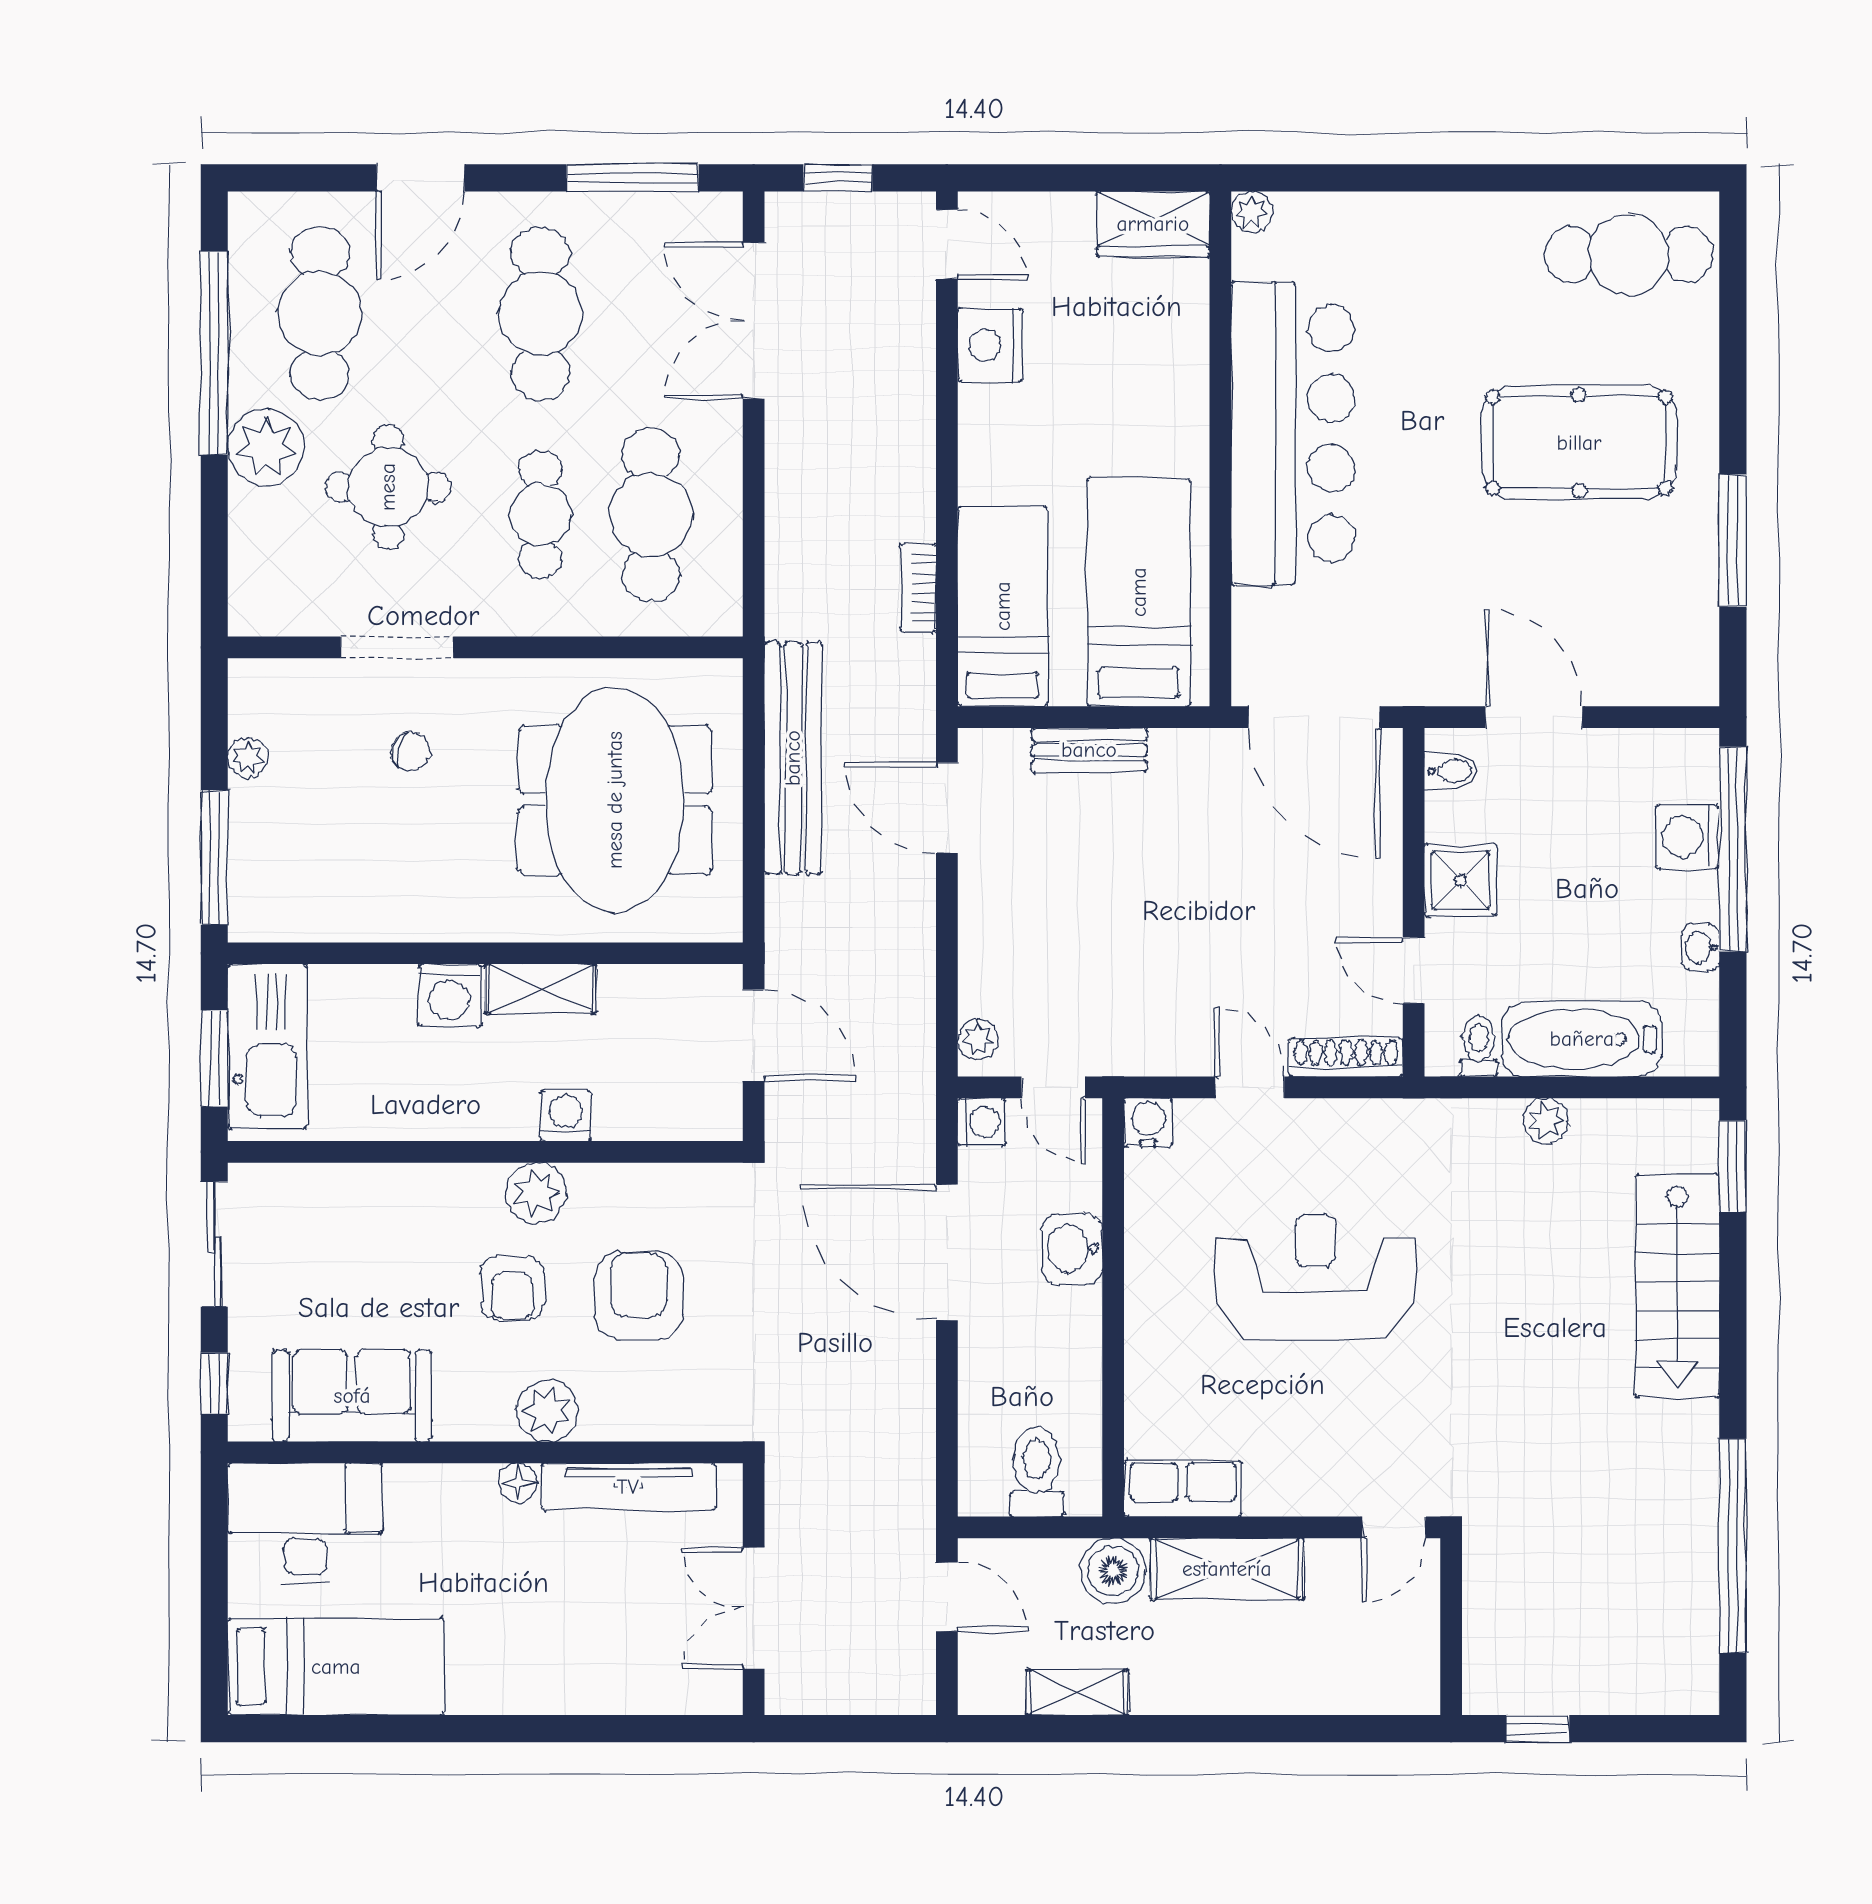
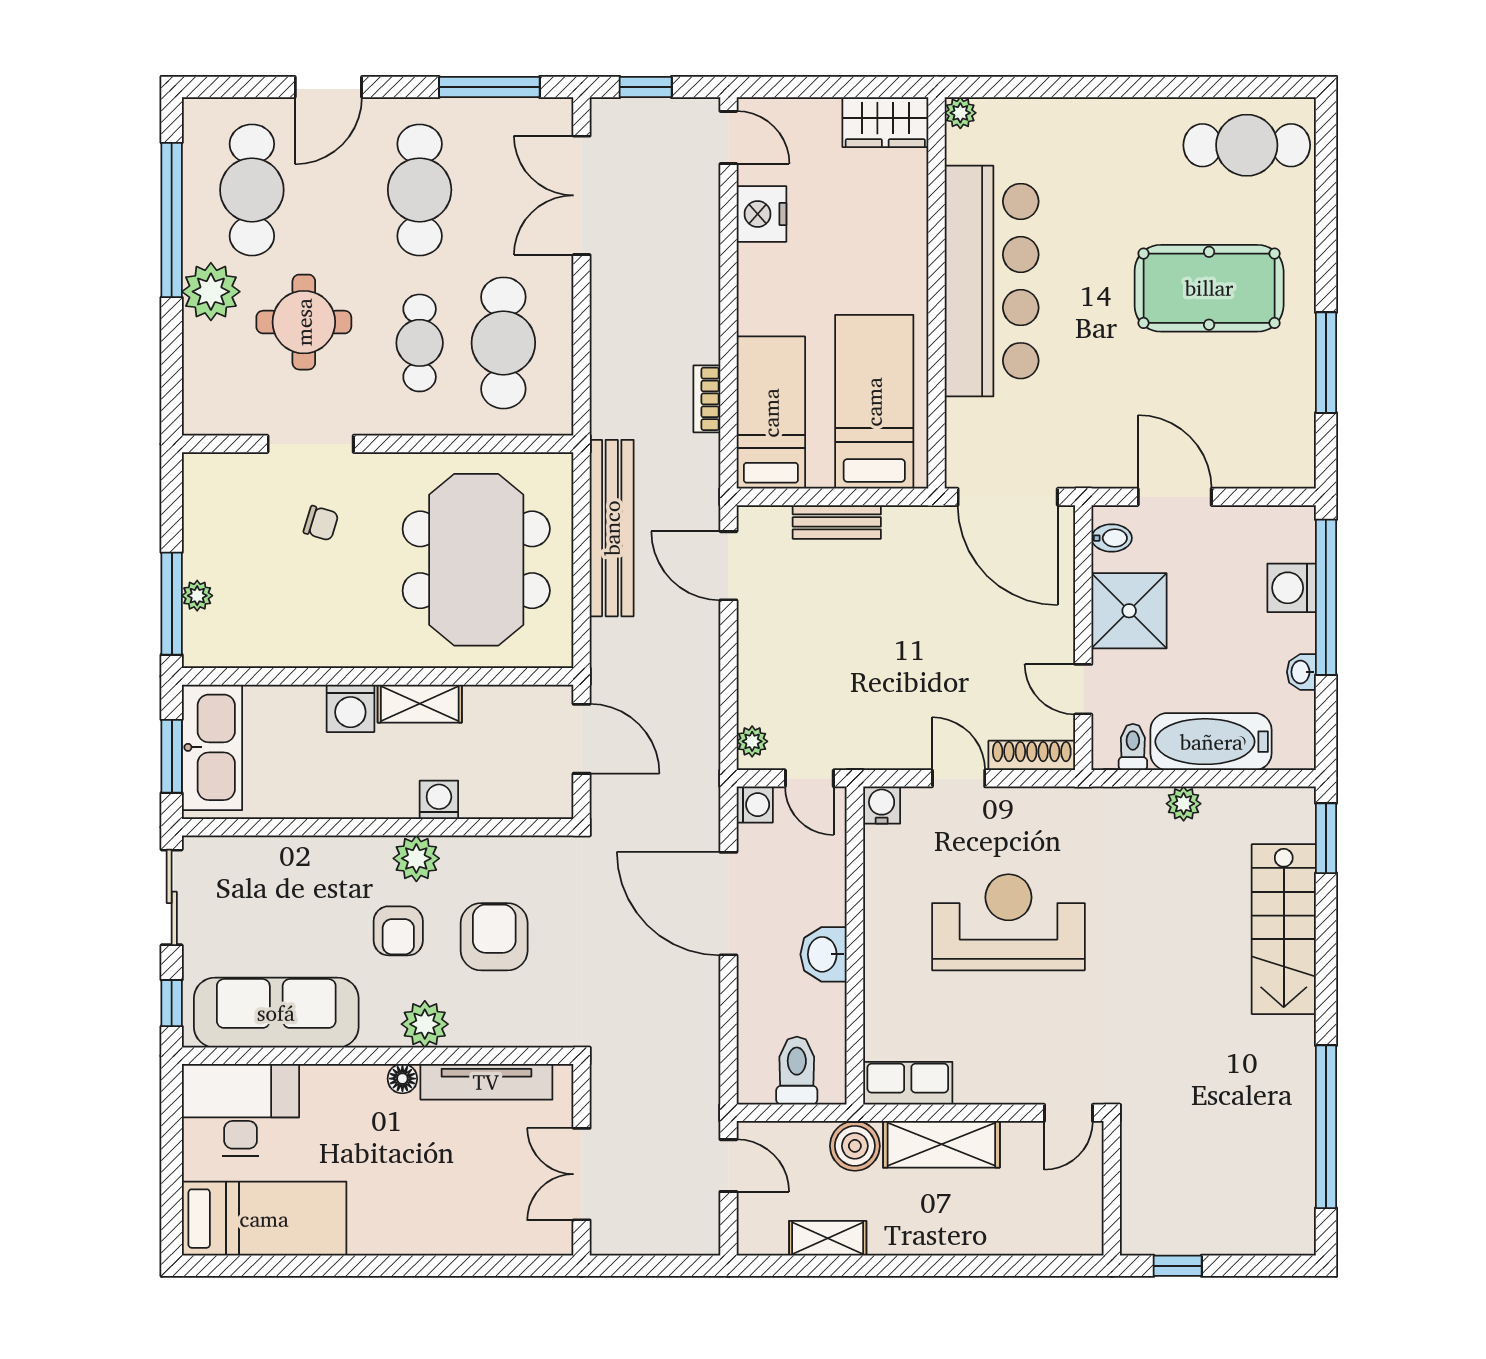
plant: (248, 758) -> (197, 596), moved
shower: (1461, 880) -> (1129, 611), width x1.36, depth x1.36
washbasin: (1072, 1249) -> (824, 954), moved
sofa: (352, 1396) -> (276, 1013), width x1.36

